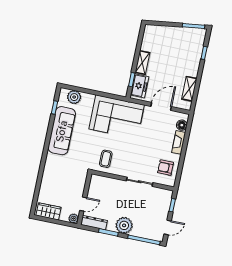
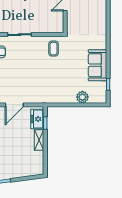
plant: (74, 97) -> (82, 97), moved
corner sofa: (117, 117) -> (52, 87), removed
sofa: (62, 131) -> (98, 65), width x0.73

